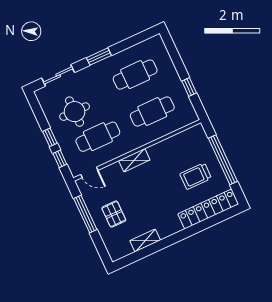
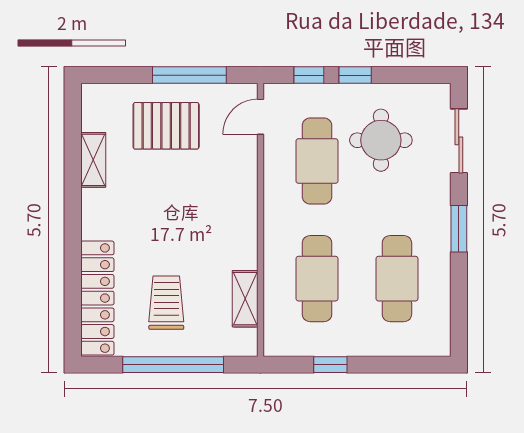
shelving: (134, 160) -> (245, 299), moved
pallet: (114, 214) -> (166, 126), width x1.50, depth x1.42

